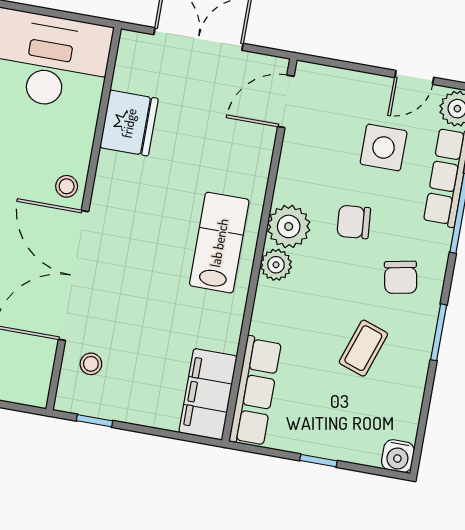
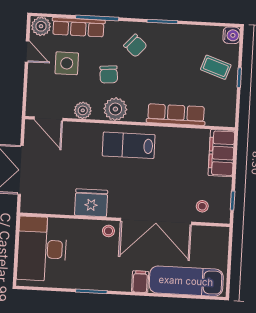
fridge: (129, 123) -> (91, 203), moved
plant: (276, 265) -> (83, 110), moved
chair: (401, 277) -> (135, 46), turned 53
coffee table: (363, 348) -> (216, 67), moved
row of seats: (255, 391) -> (176, 115), moved
filing cabinet: (208, 394) -> (221, 153), moved, turned 90

